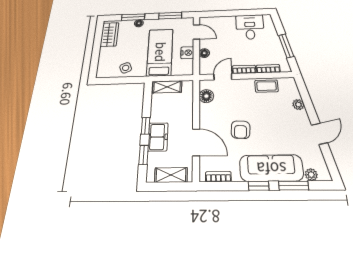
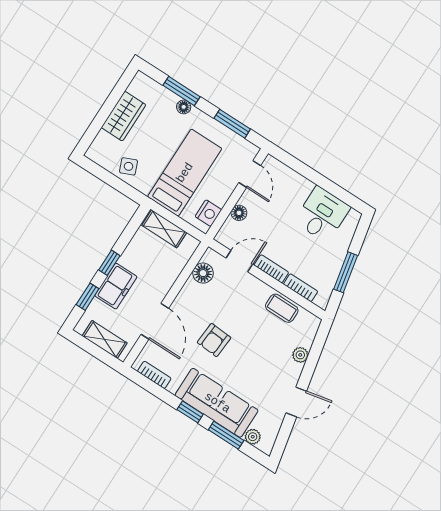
wardrobe: (110, 35) -> (123, 116), moved
nightstand: (187, 53) -> (208, 213), moved

